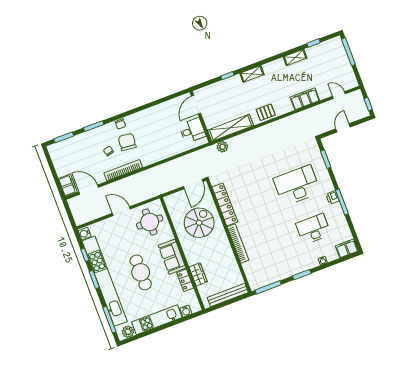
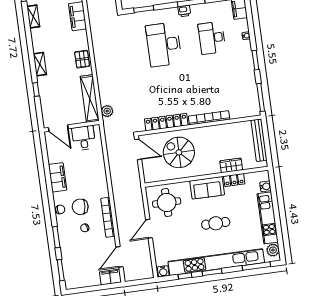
filing cabinet: (150, 115) -> (58, 177), added
cafe table: (141, 272) -> (216, 223), width x0.73, depth x0.74

